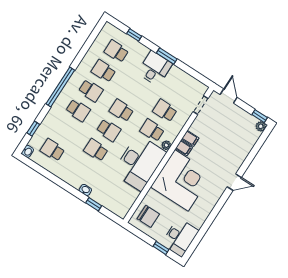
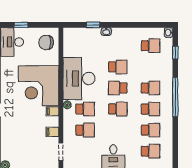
school desk: (91, 91) -> (151, 109), turned 180
school desk: (78, 110) -> (151, 88), turned 180
filing cabinet: (190, 138) -> (52, 132), moved

